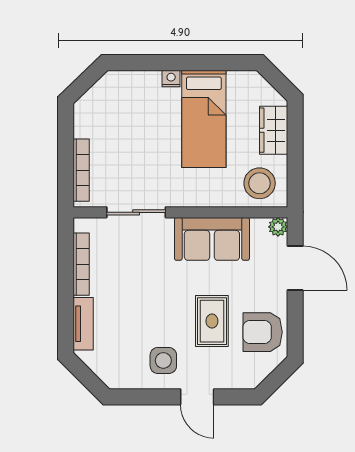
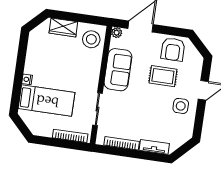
bed: (204, 119) -> (47, 101), moved

